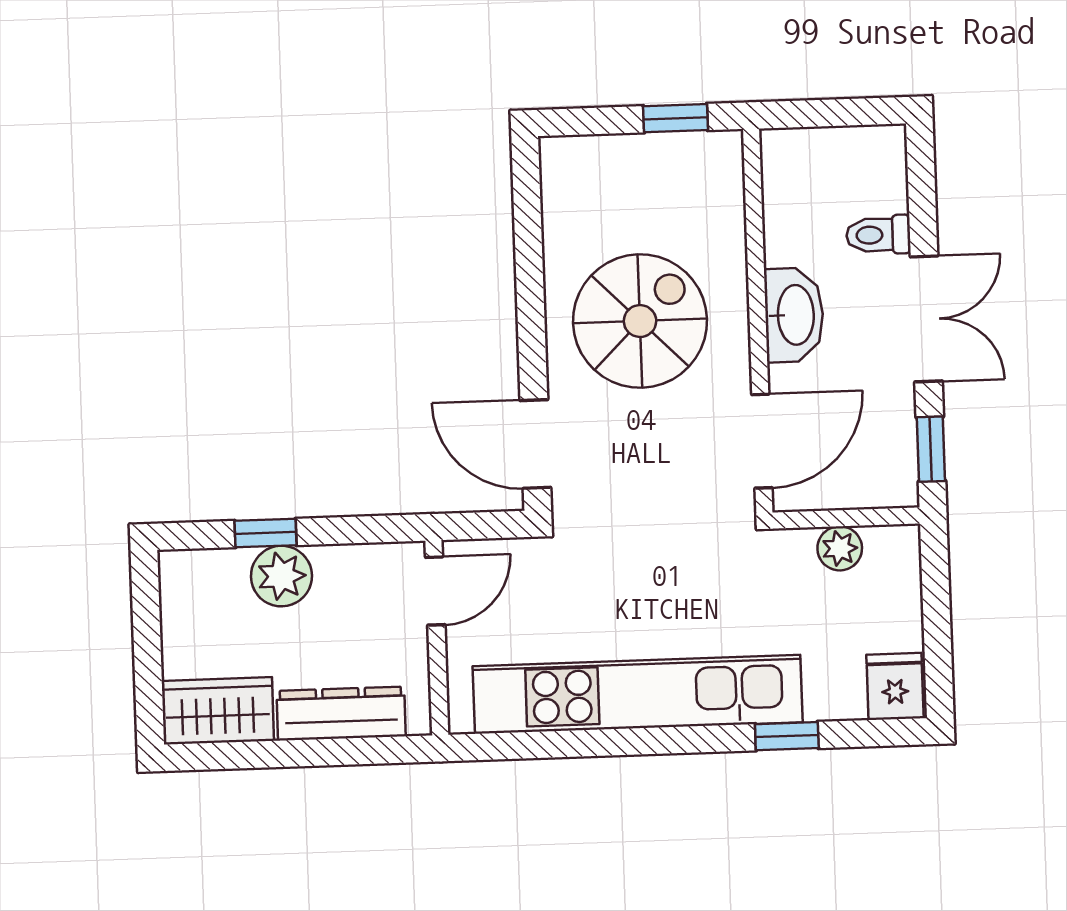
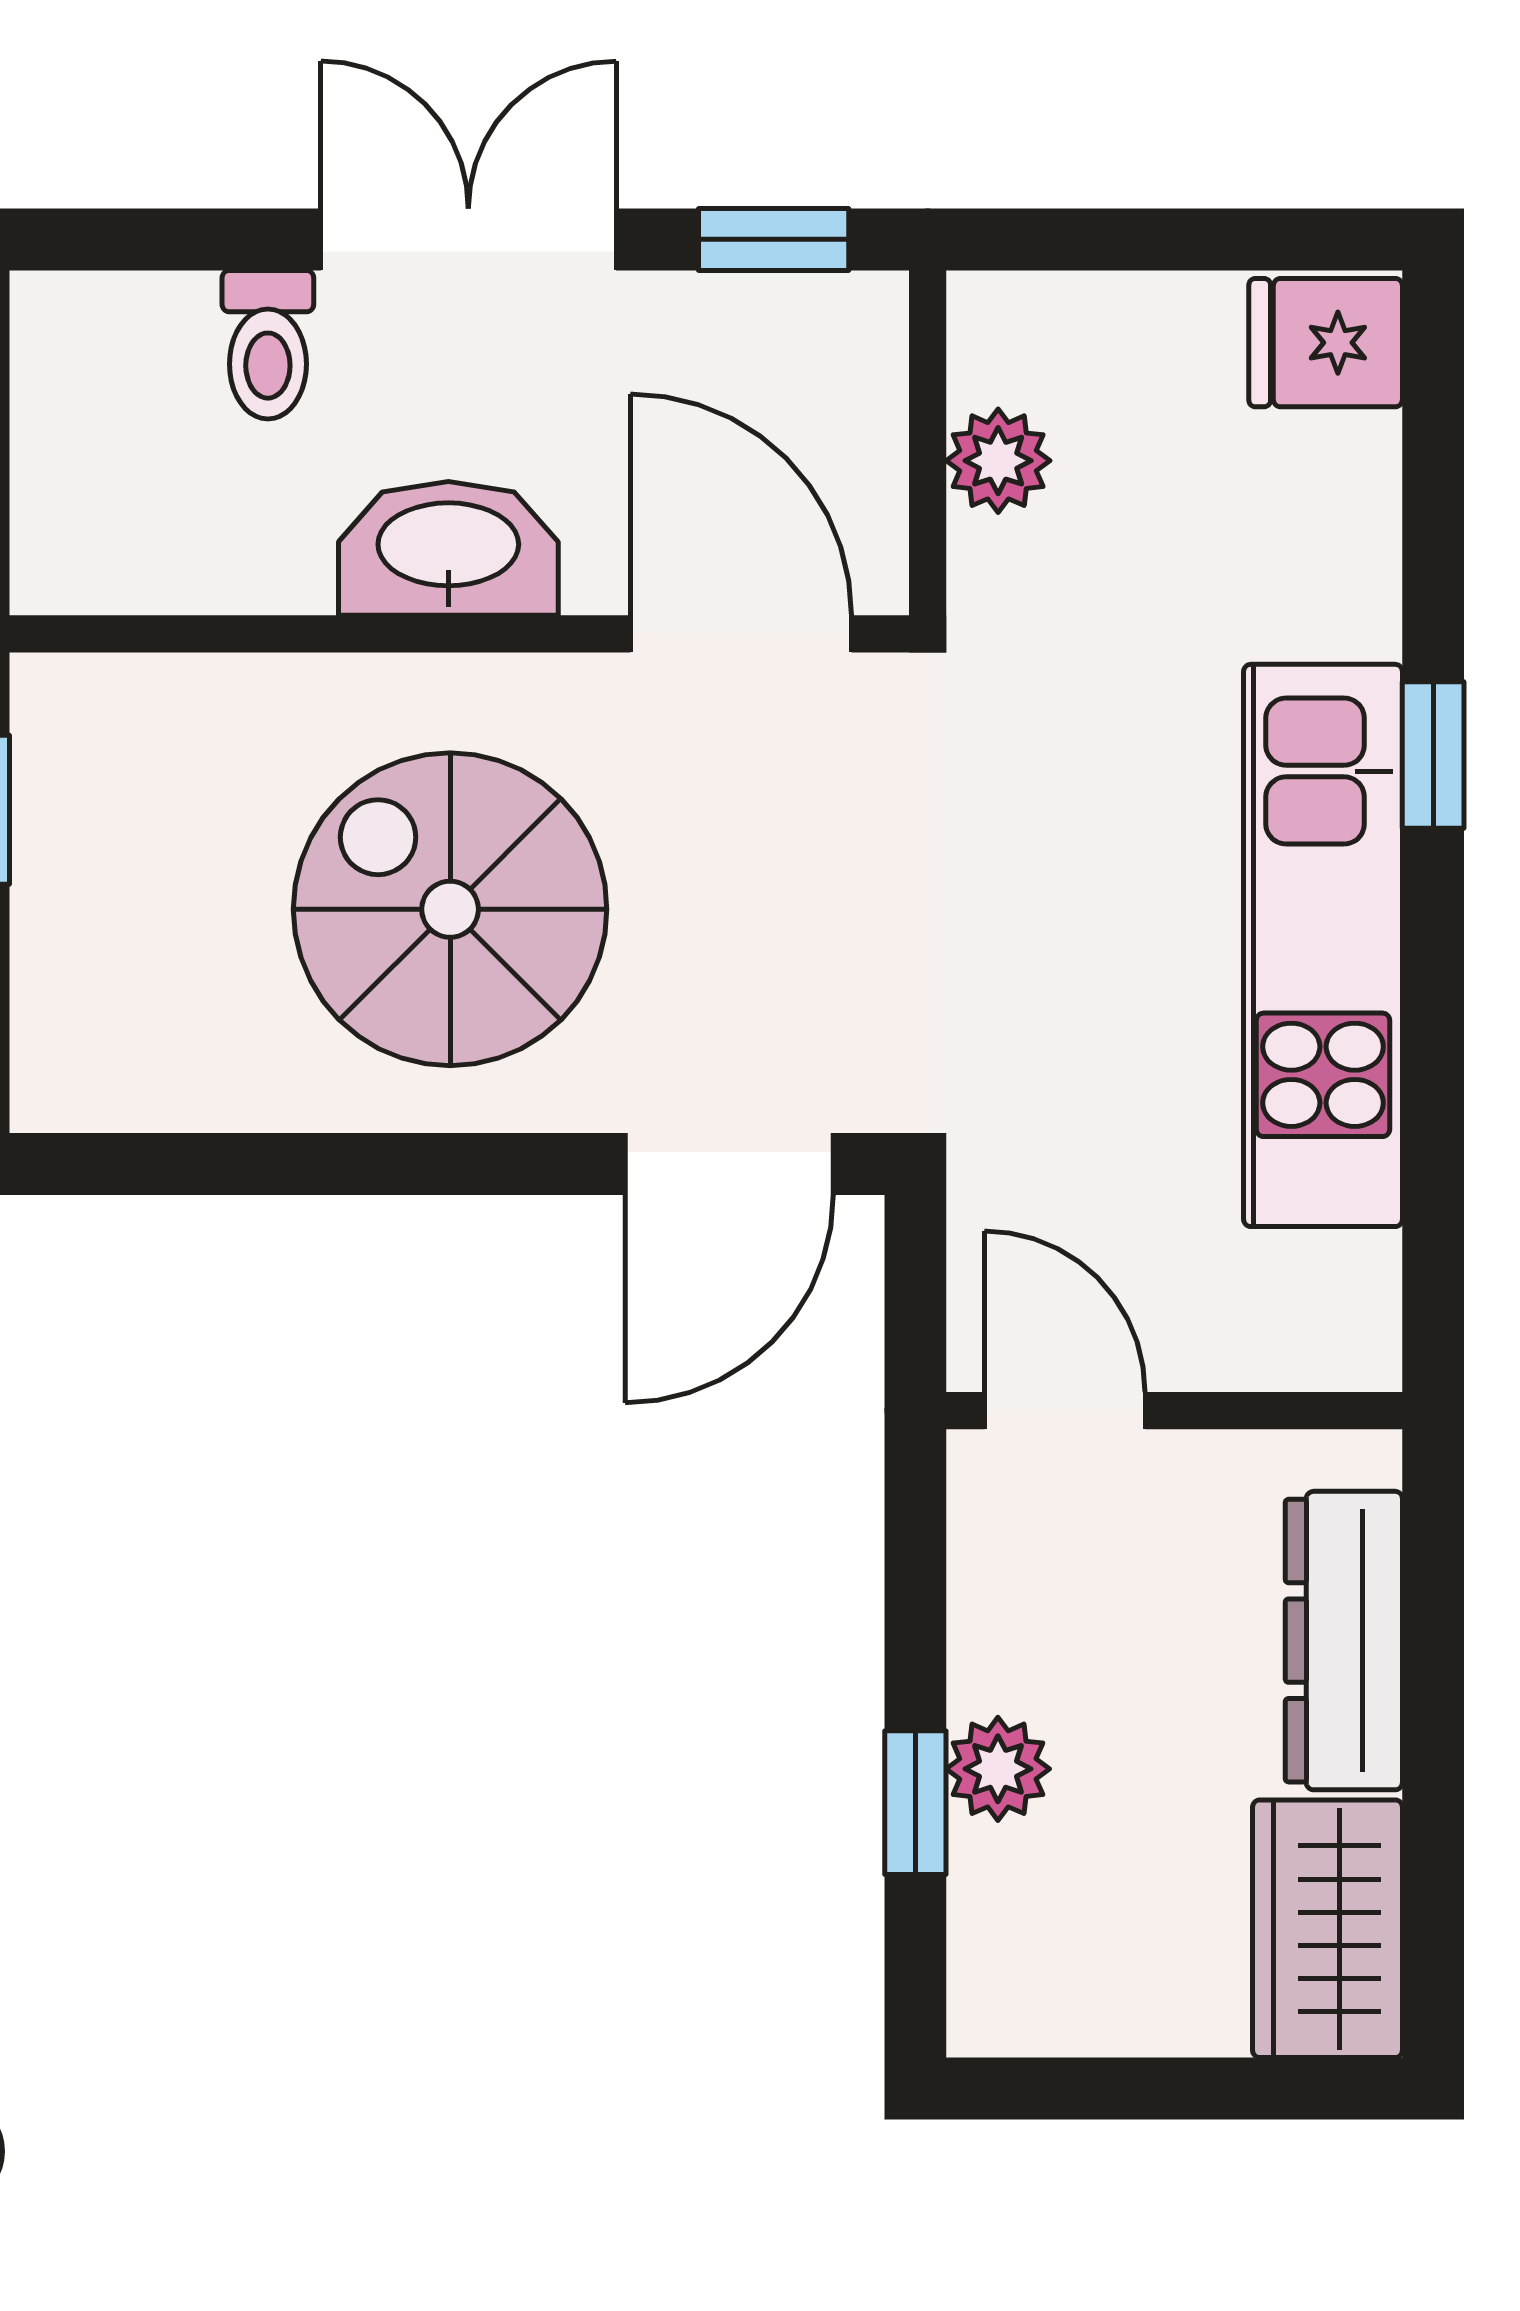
plant: (281, 576) -> (998, 1769), width x0.73, depth x0.73
kitchen unit: (638, 694) -> (1323, 945), width x0.73
window: (787, 736) -> (1433, 755), moved

